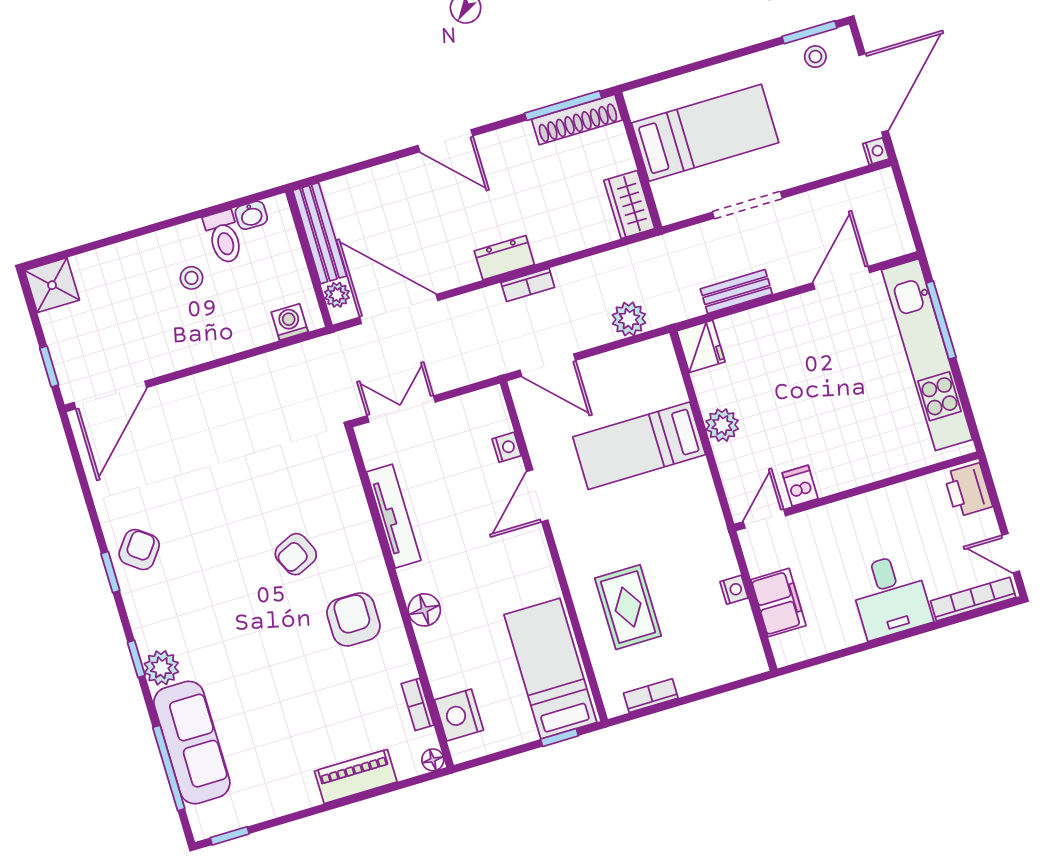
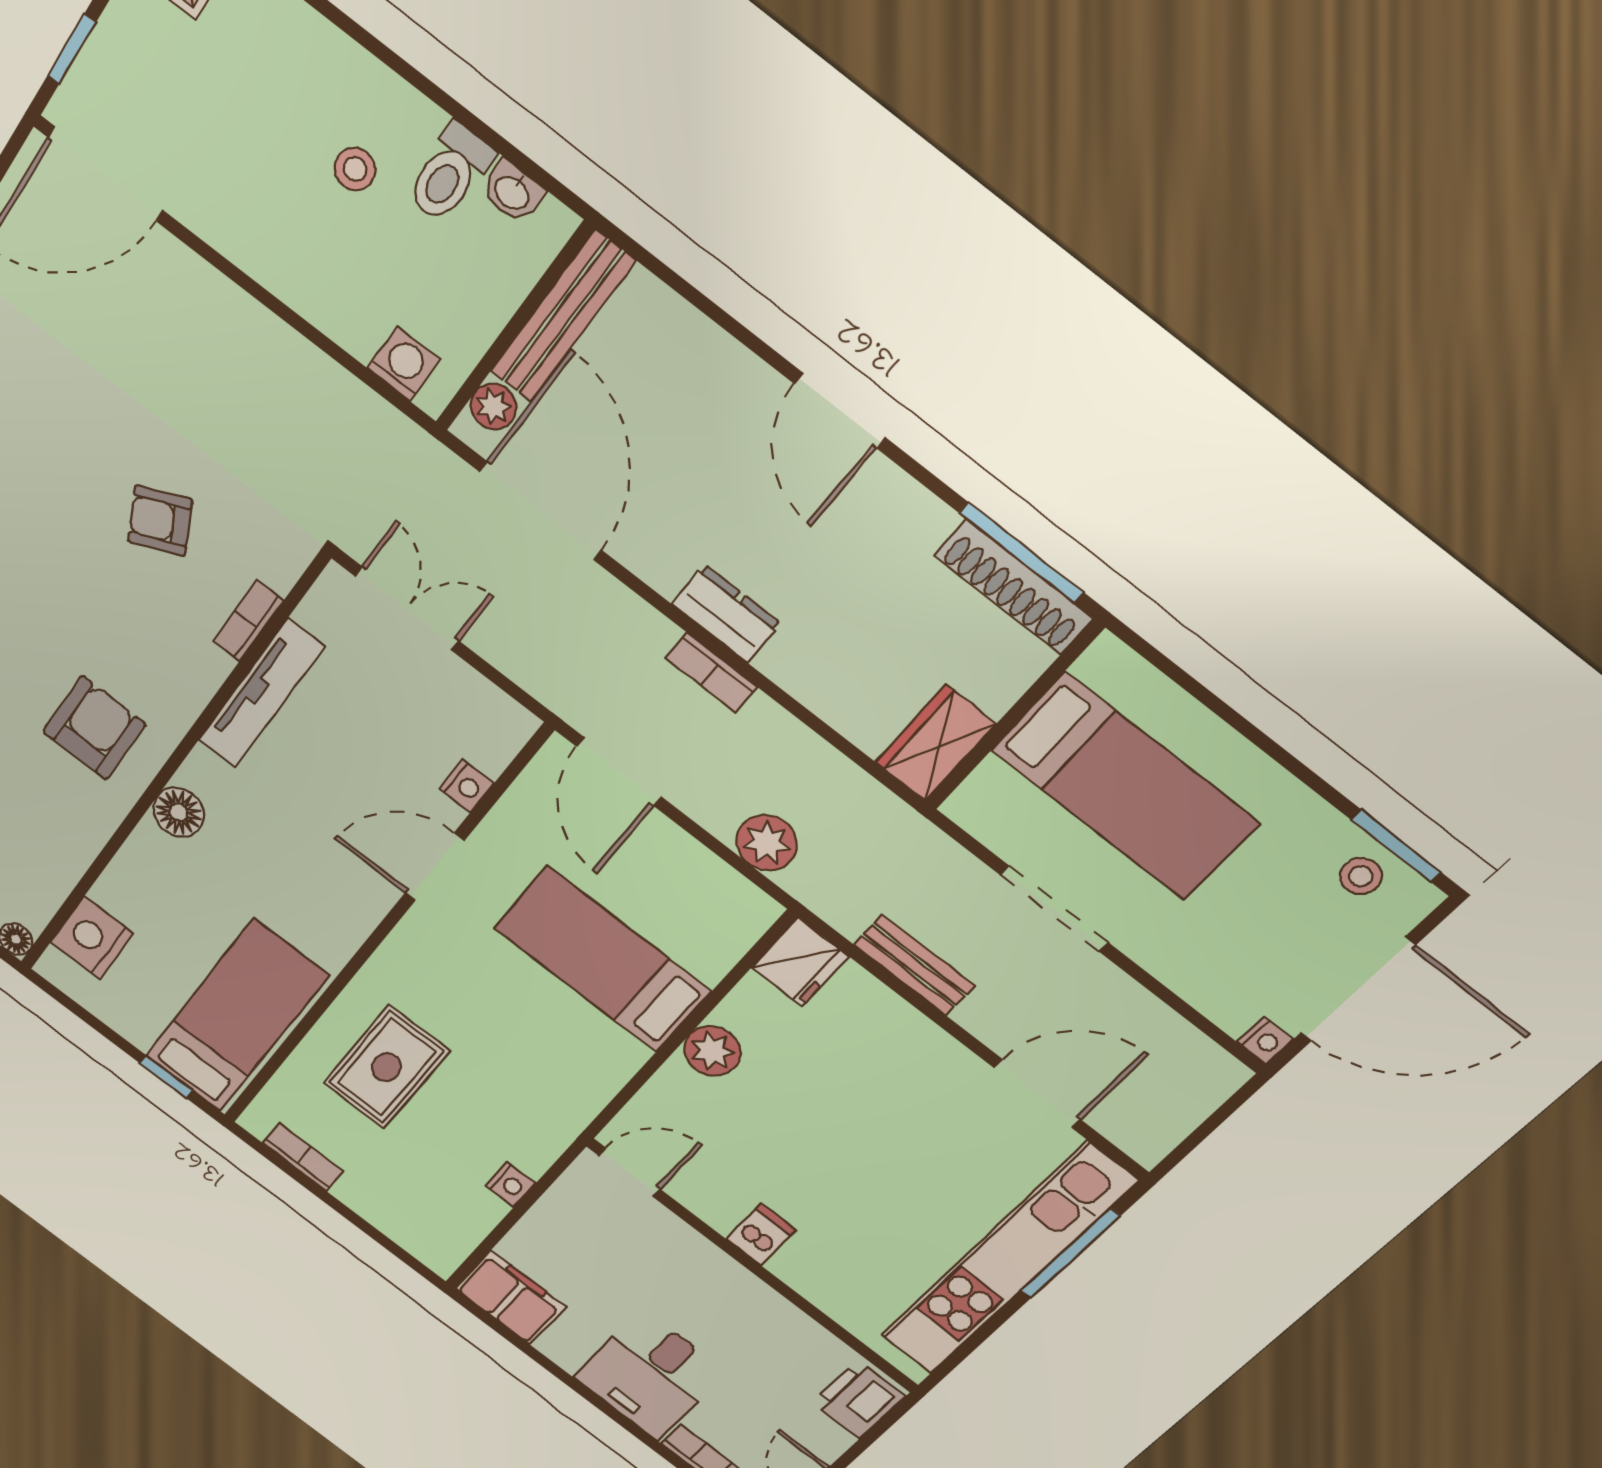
dishwasher: (800, 486) -> (761, 1235), moved
armchair: (296, 554) -> (160, 521), moved
filing cabinet: (778, 603) -> (510, 1298), moved, turned -90
bookcase: (417, 704) -> (248, 621), moved

